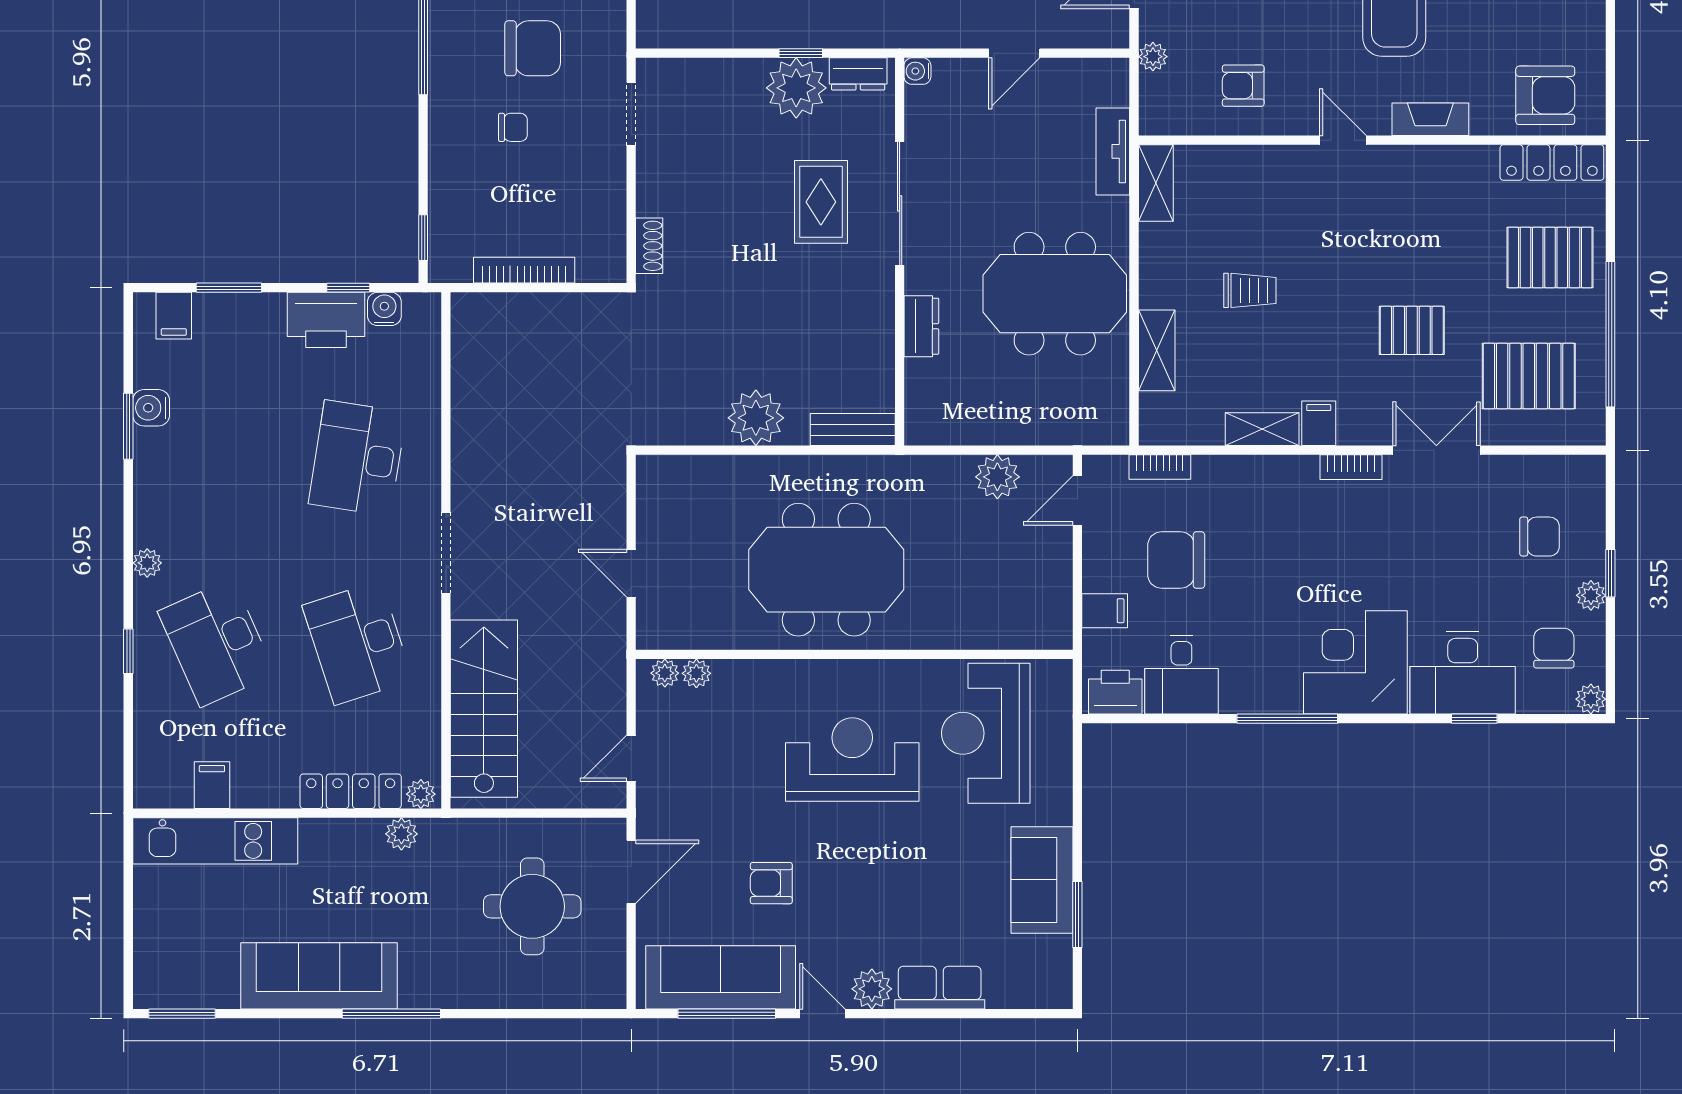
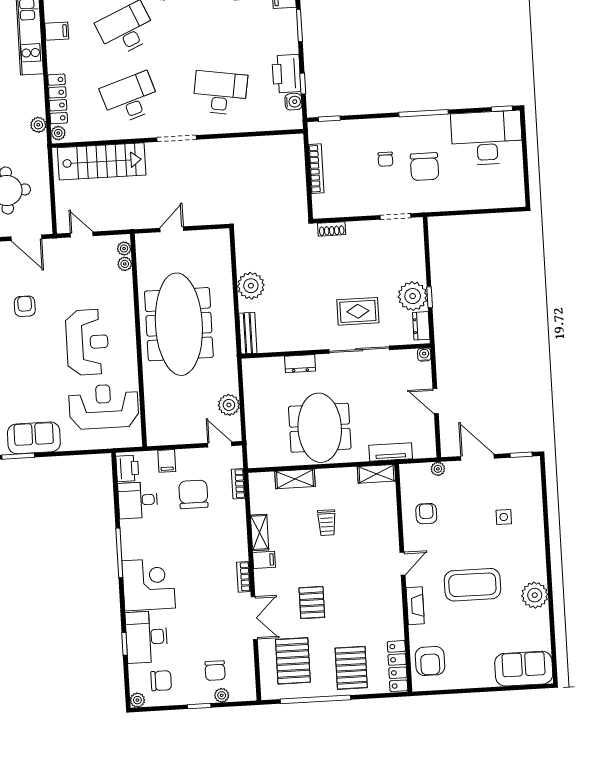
meeting table: (826, 570) -> (179, 324), width x1.36
plant: (1591, 595) -> (222, 695), moved

